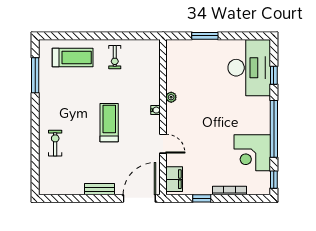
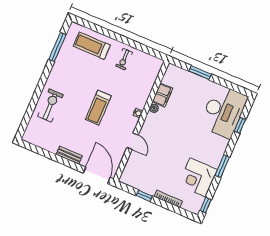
treadmill: (73, 57) -> (92, 46), turned 180
treadmill: (109, 123) -> (98, 108), turned 180
window: (274, 129) -> (222, 166), width x0.47
exercise bike: (55, 143) -> (50, 105), width x1.38, depth x1.39
filing cabinet: (174, 179) -> (162, 95), moved
door: (139, 198) -> (97, 175), hinge flipped

